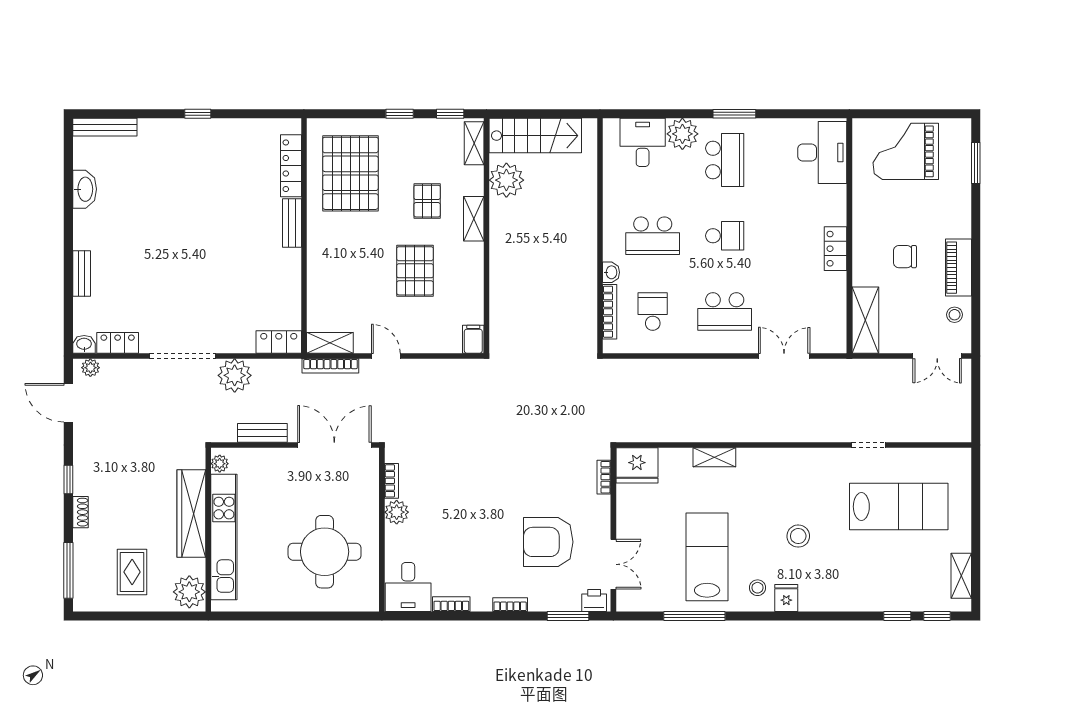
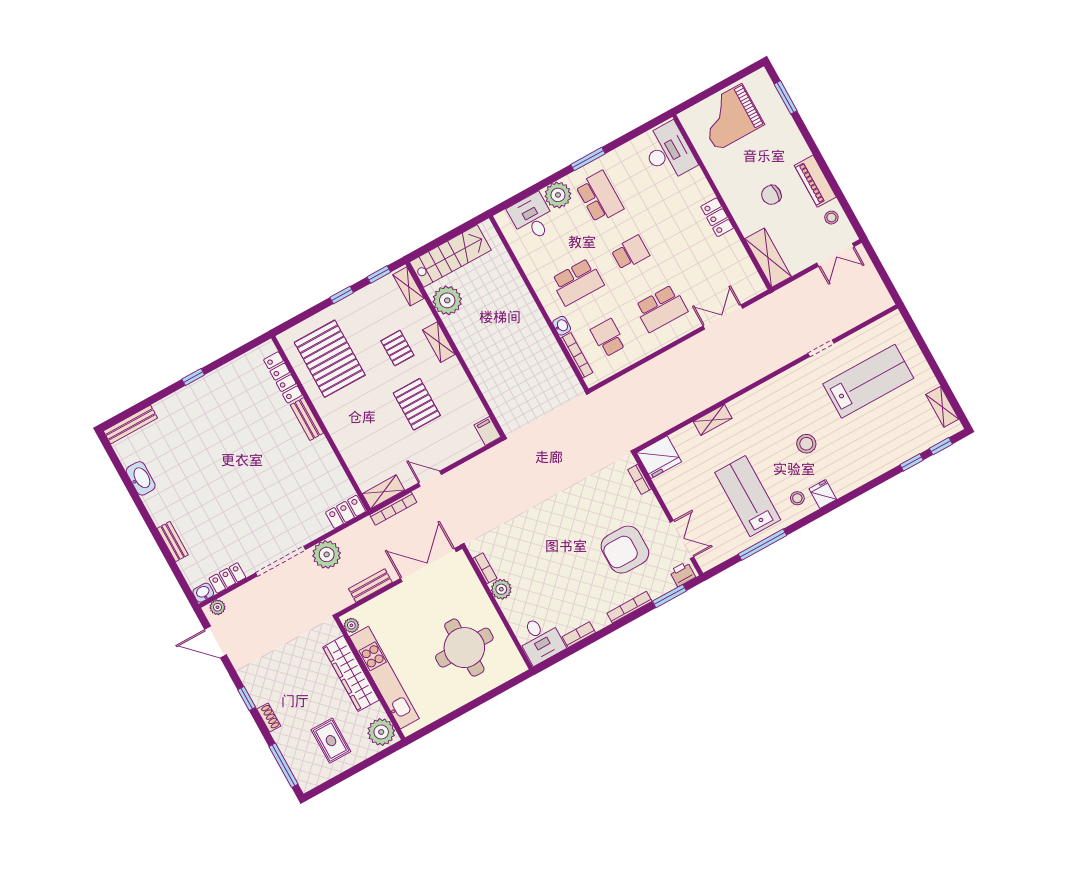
bookcase: (510, 605) -> (629, 607), width x1.56

